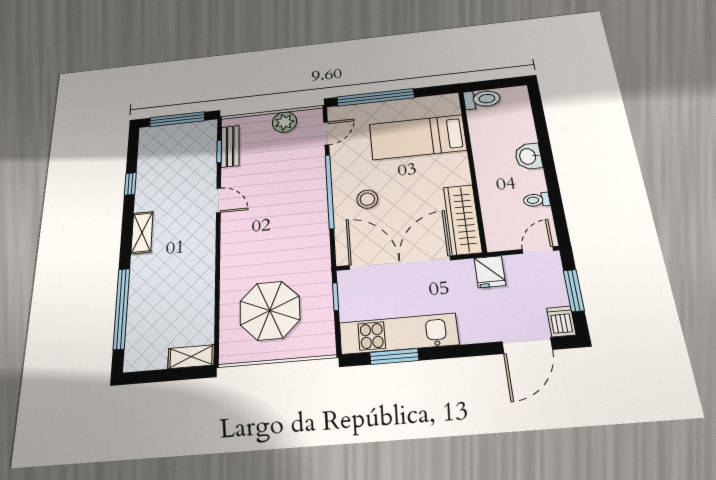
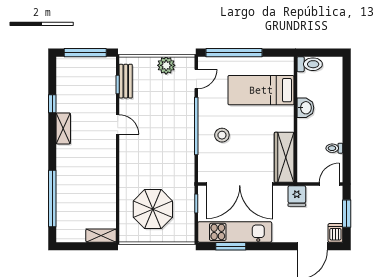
washbasin: (528, 156) -> (305, 108), moved, turned 180
shelving: (142, 233) -> (63, 128), moved
double door: (400, 263) -> (240, 184), swing flipped

